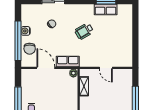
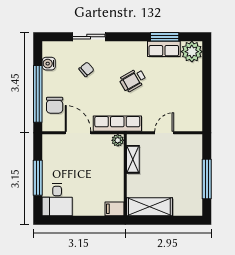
plant: (125, 11) -> (192, 52), added
water cooler: (26, 31) -> (49, 64), moved
row of seats: (68, 61) -> (117, 124), width x1.48
door: (106, 68) -> (164, 133), swing flipped

